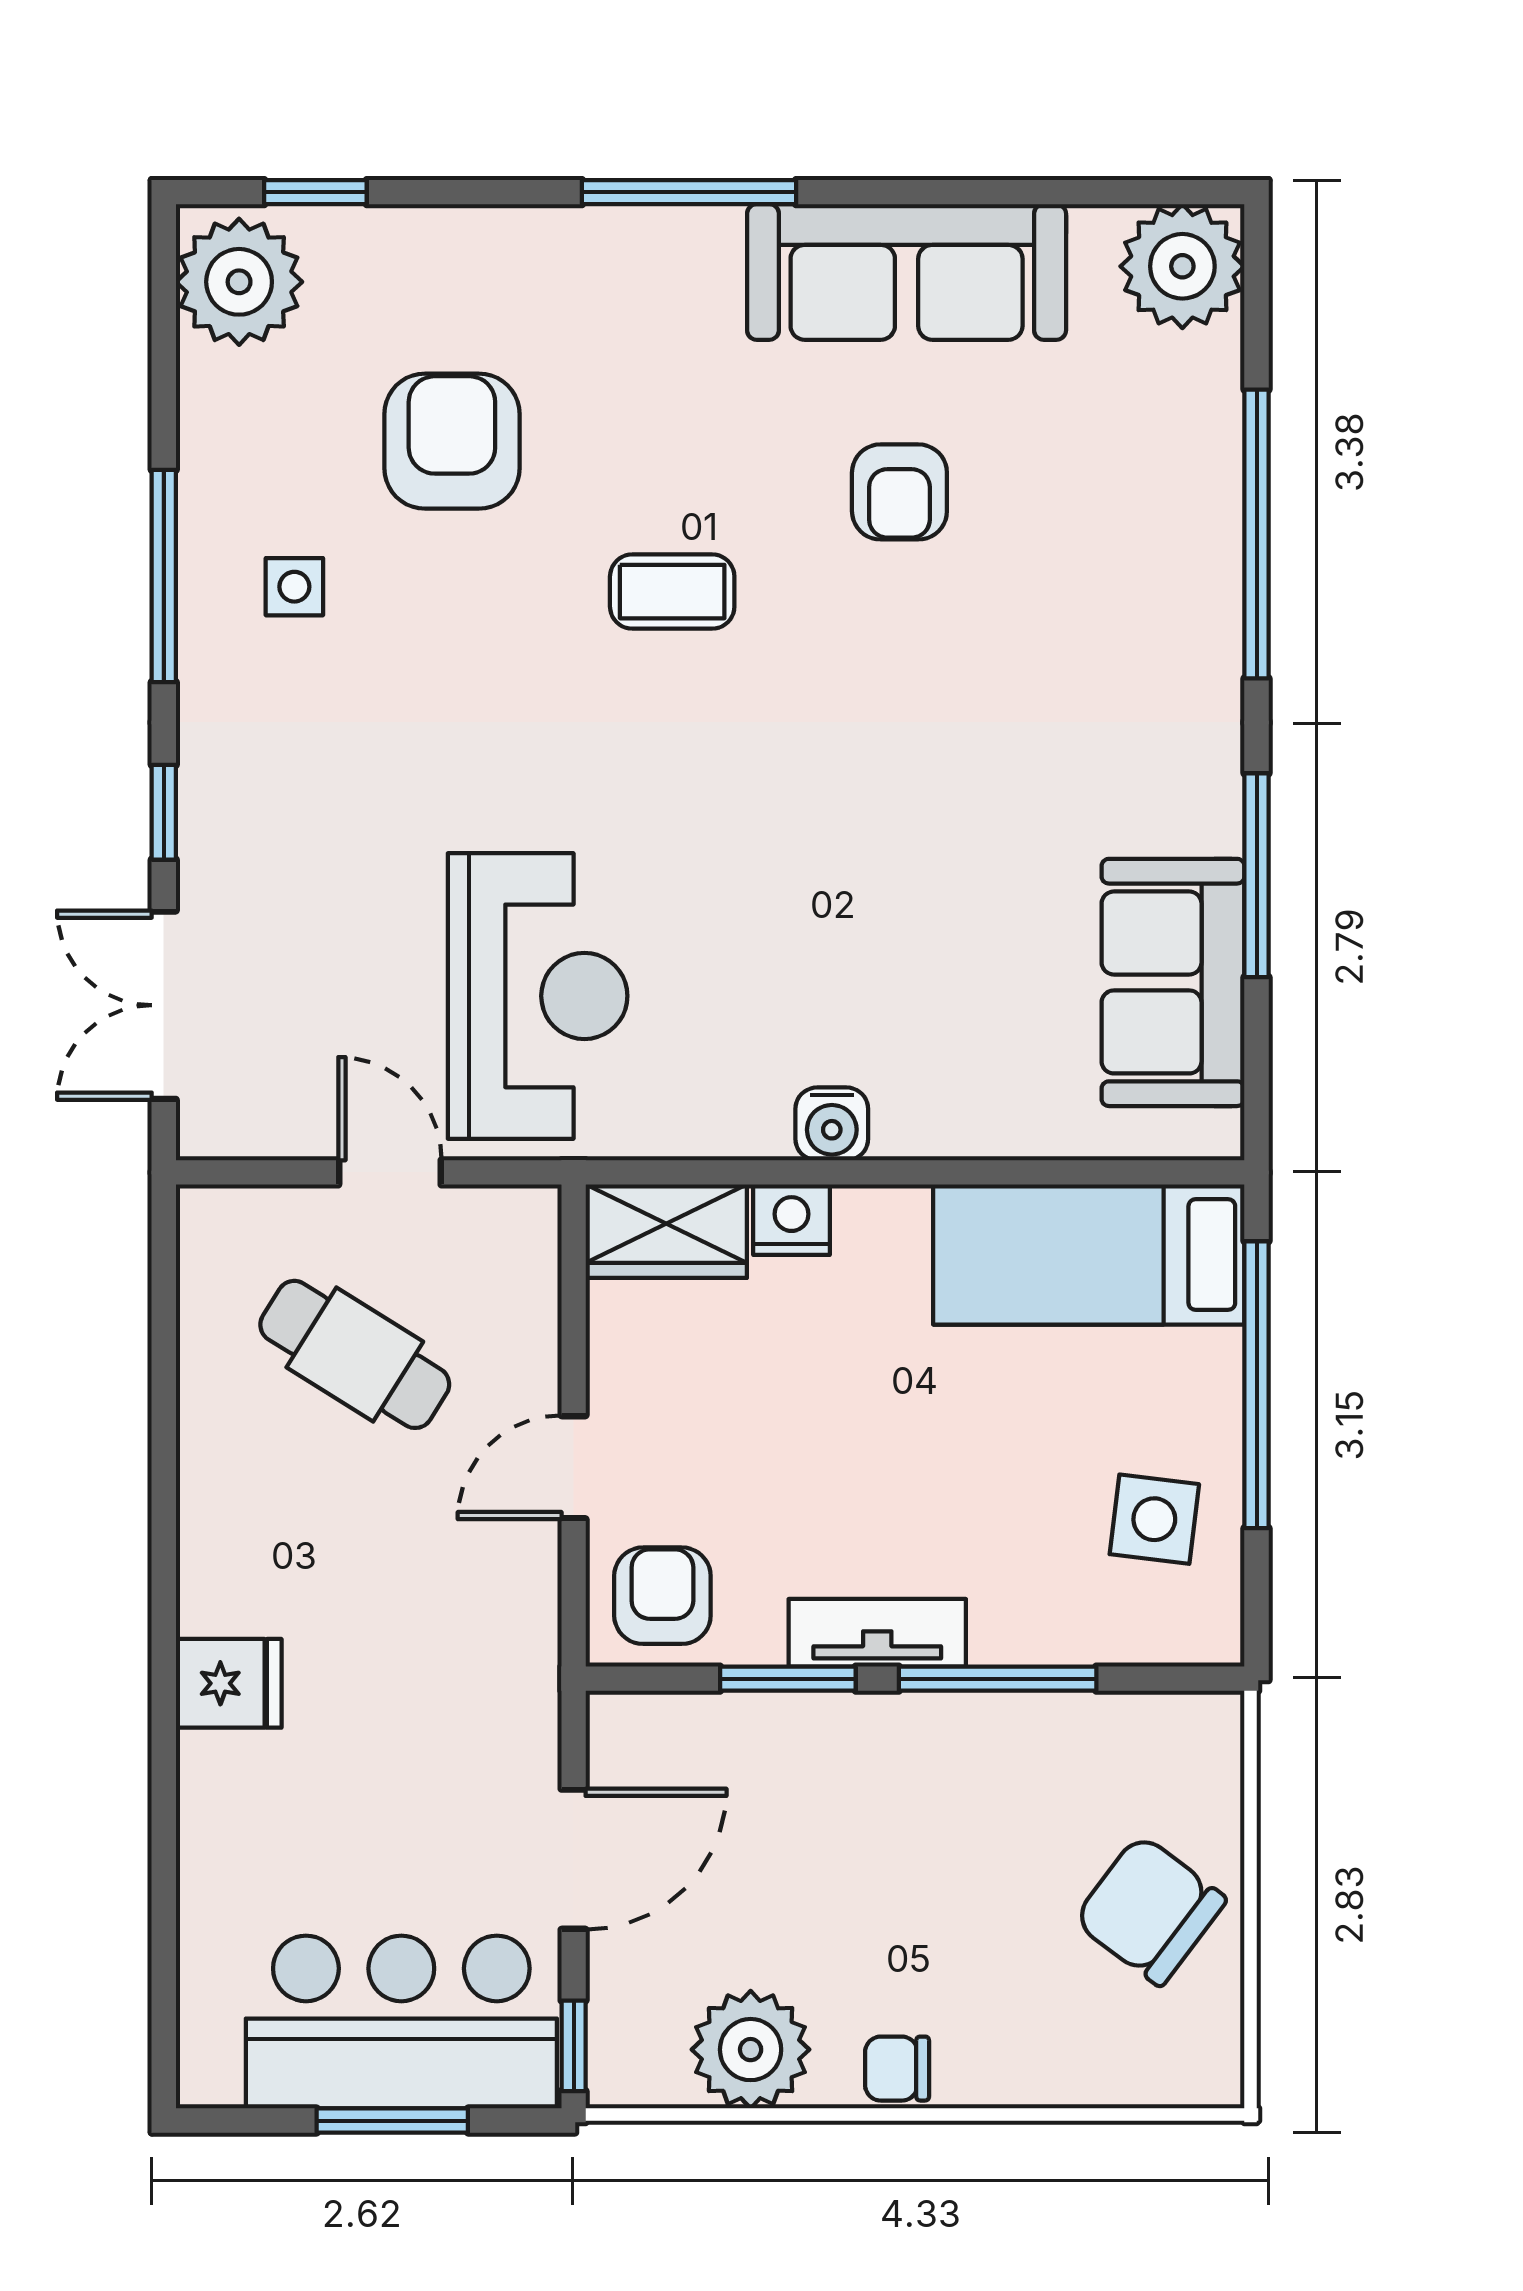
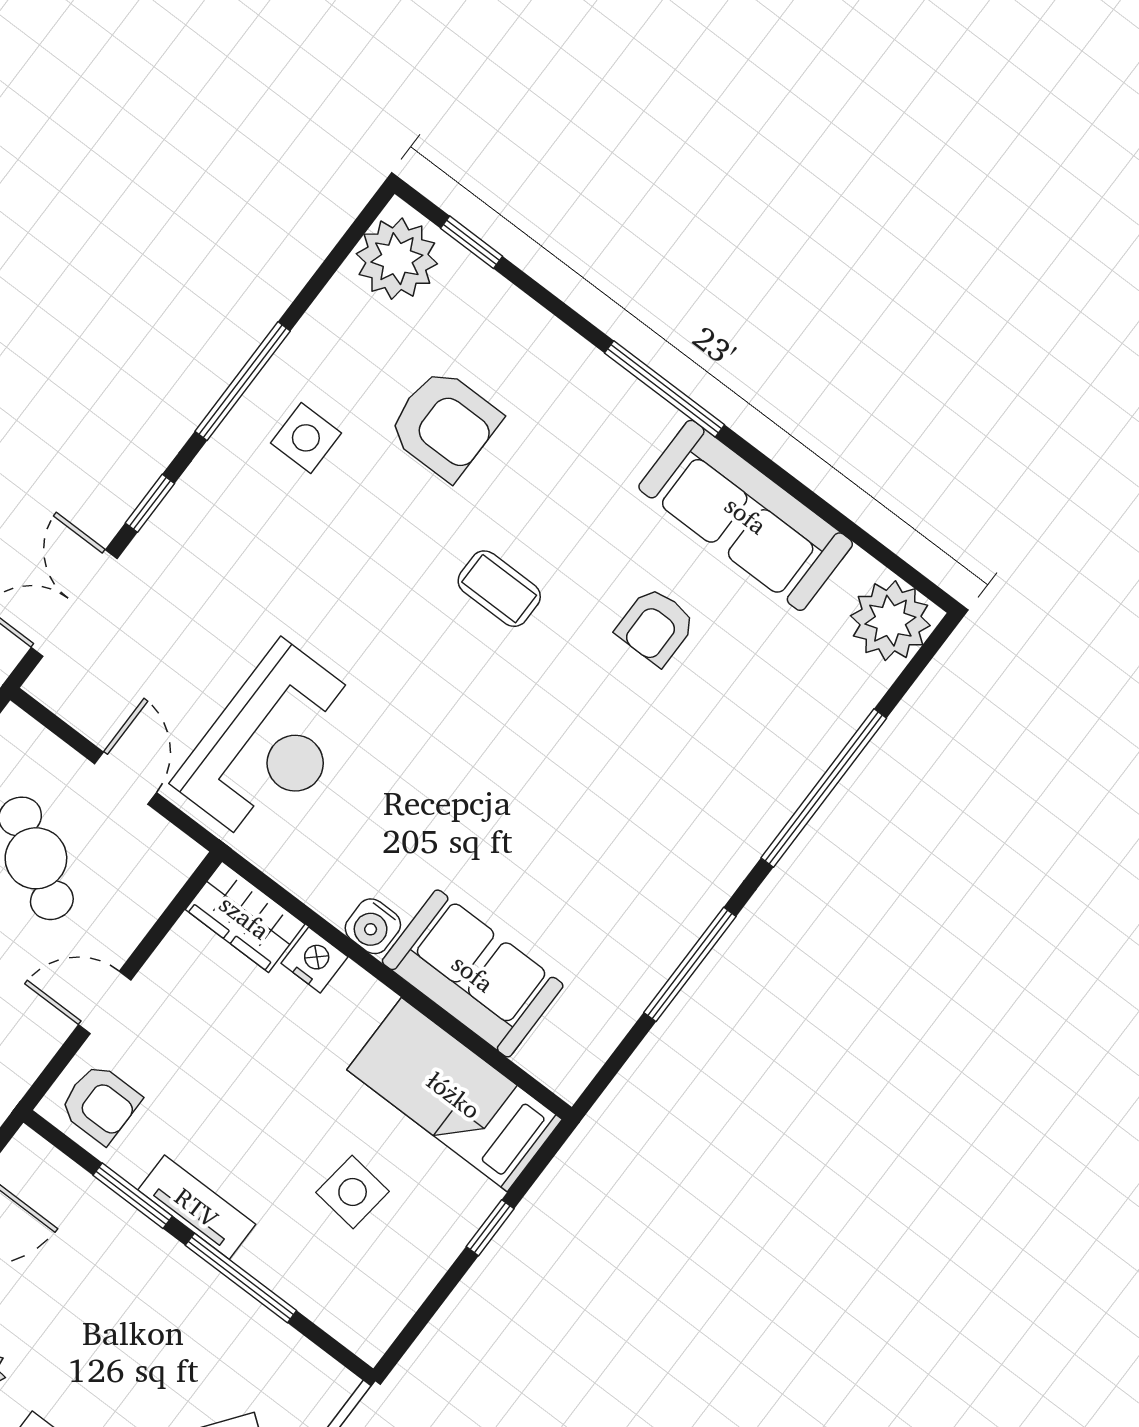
armchair: (452, 441) -> (444, 424), turned 90
side table: (294, 587) -> (306, 438), width x1.37, depth x1.37
sofa: (1173, 982) -> (473, 973), moved, turned 90
window: (1257, 1385) -> (490, 1228), width x0.32
side table: (1154, 1519) -> (353, 1192), moved
armchair: (662, 1596) -> (100, 1104), turned 90

